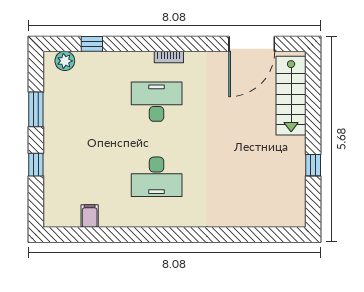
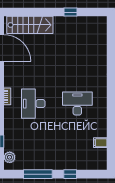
window: (36, 109) -> (38, 174), width x1.44
desk: (157, 177) -> (77, 104), turned -90

